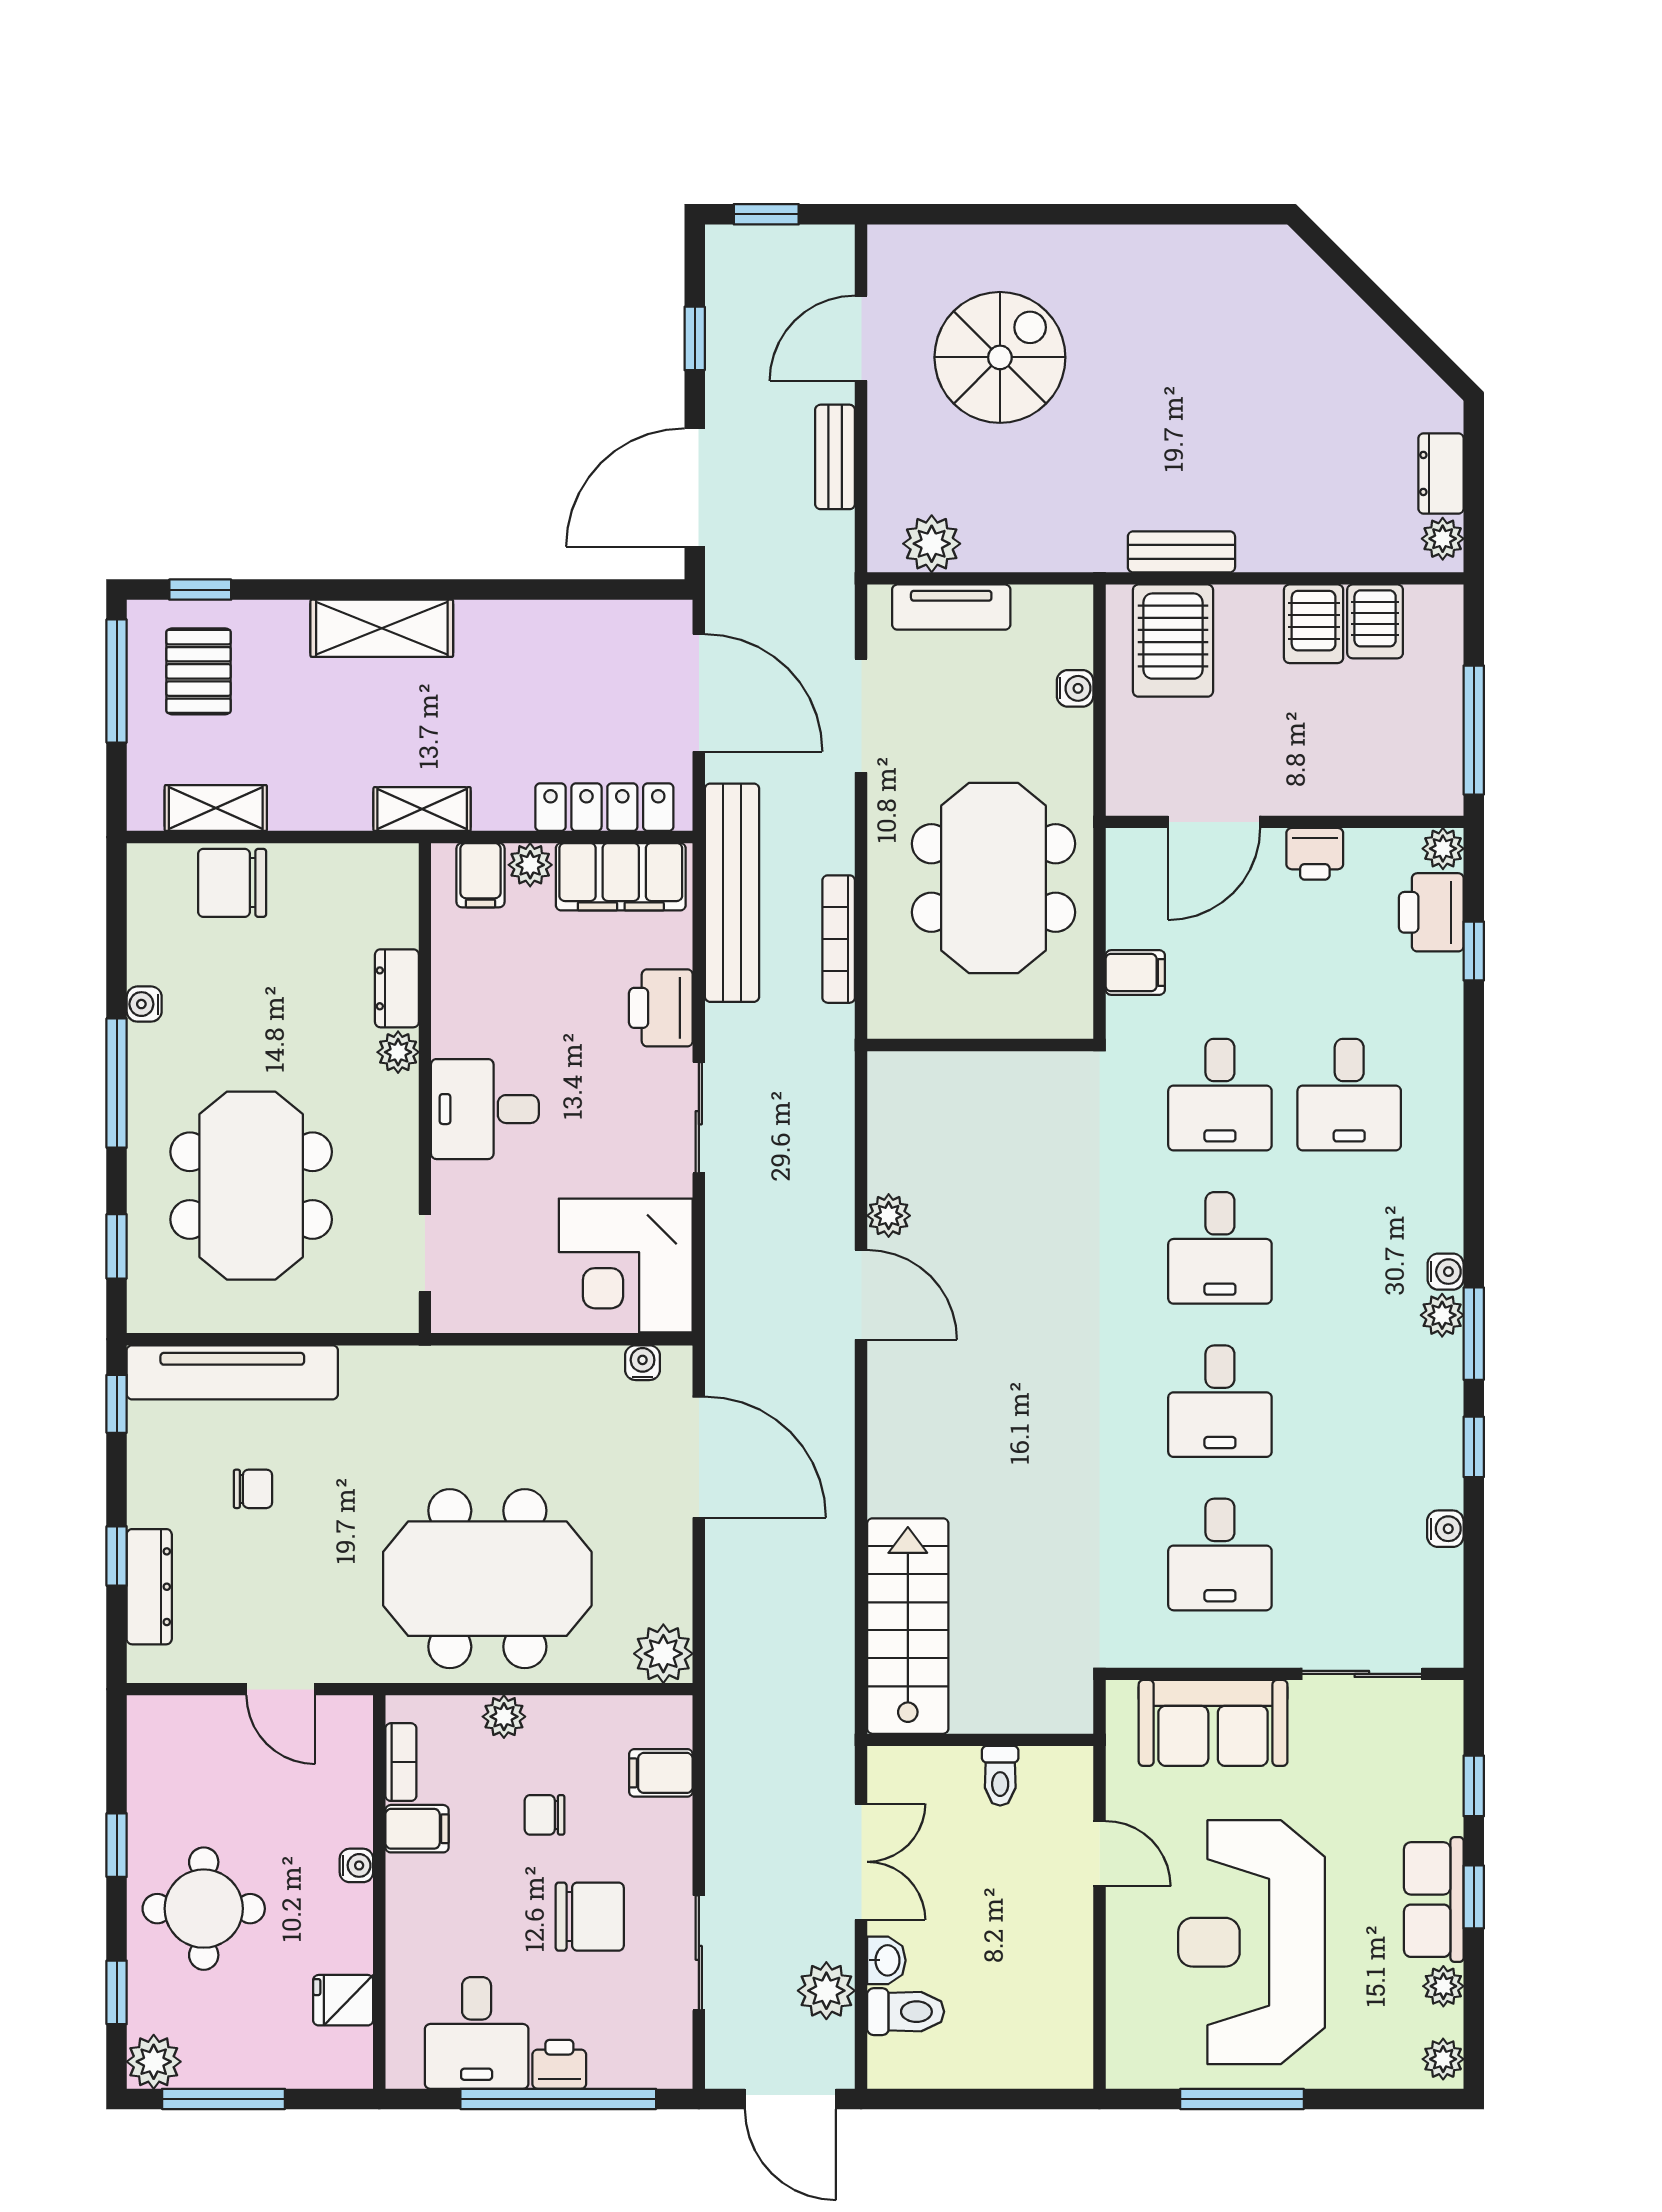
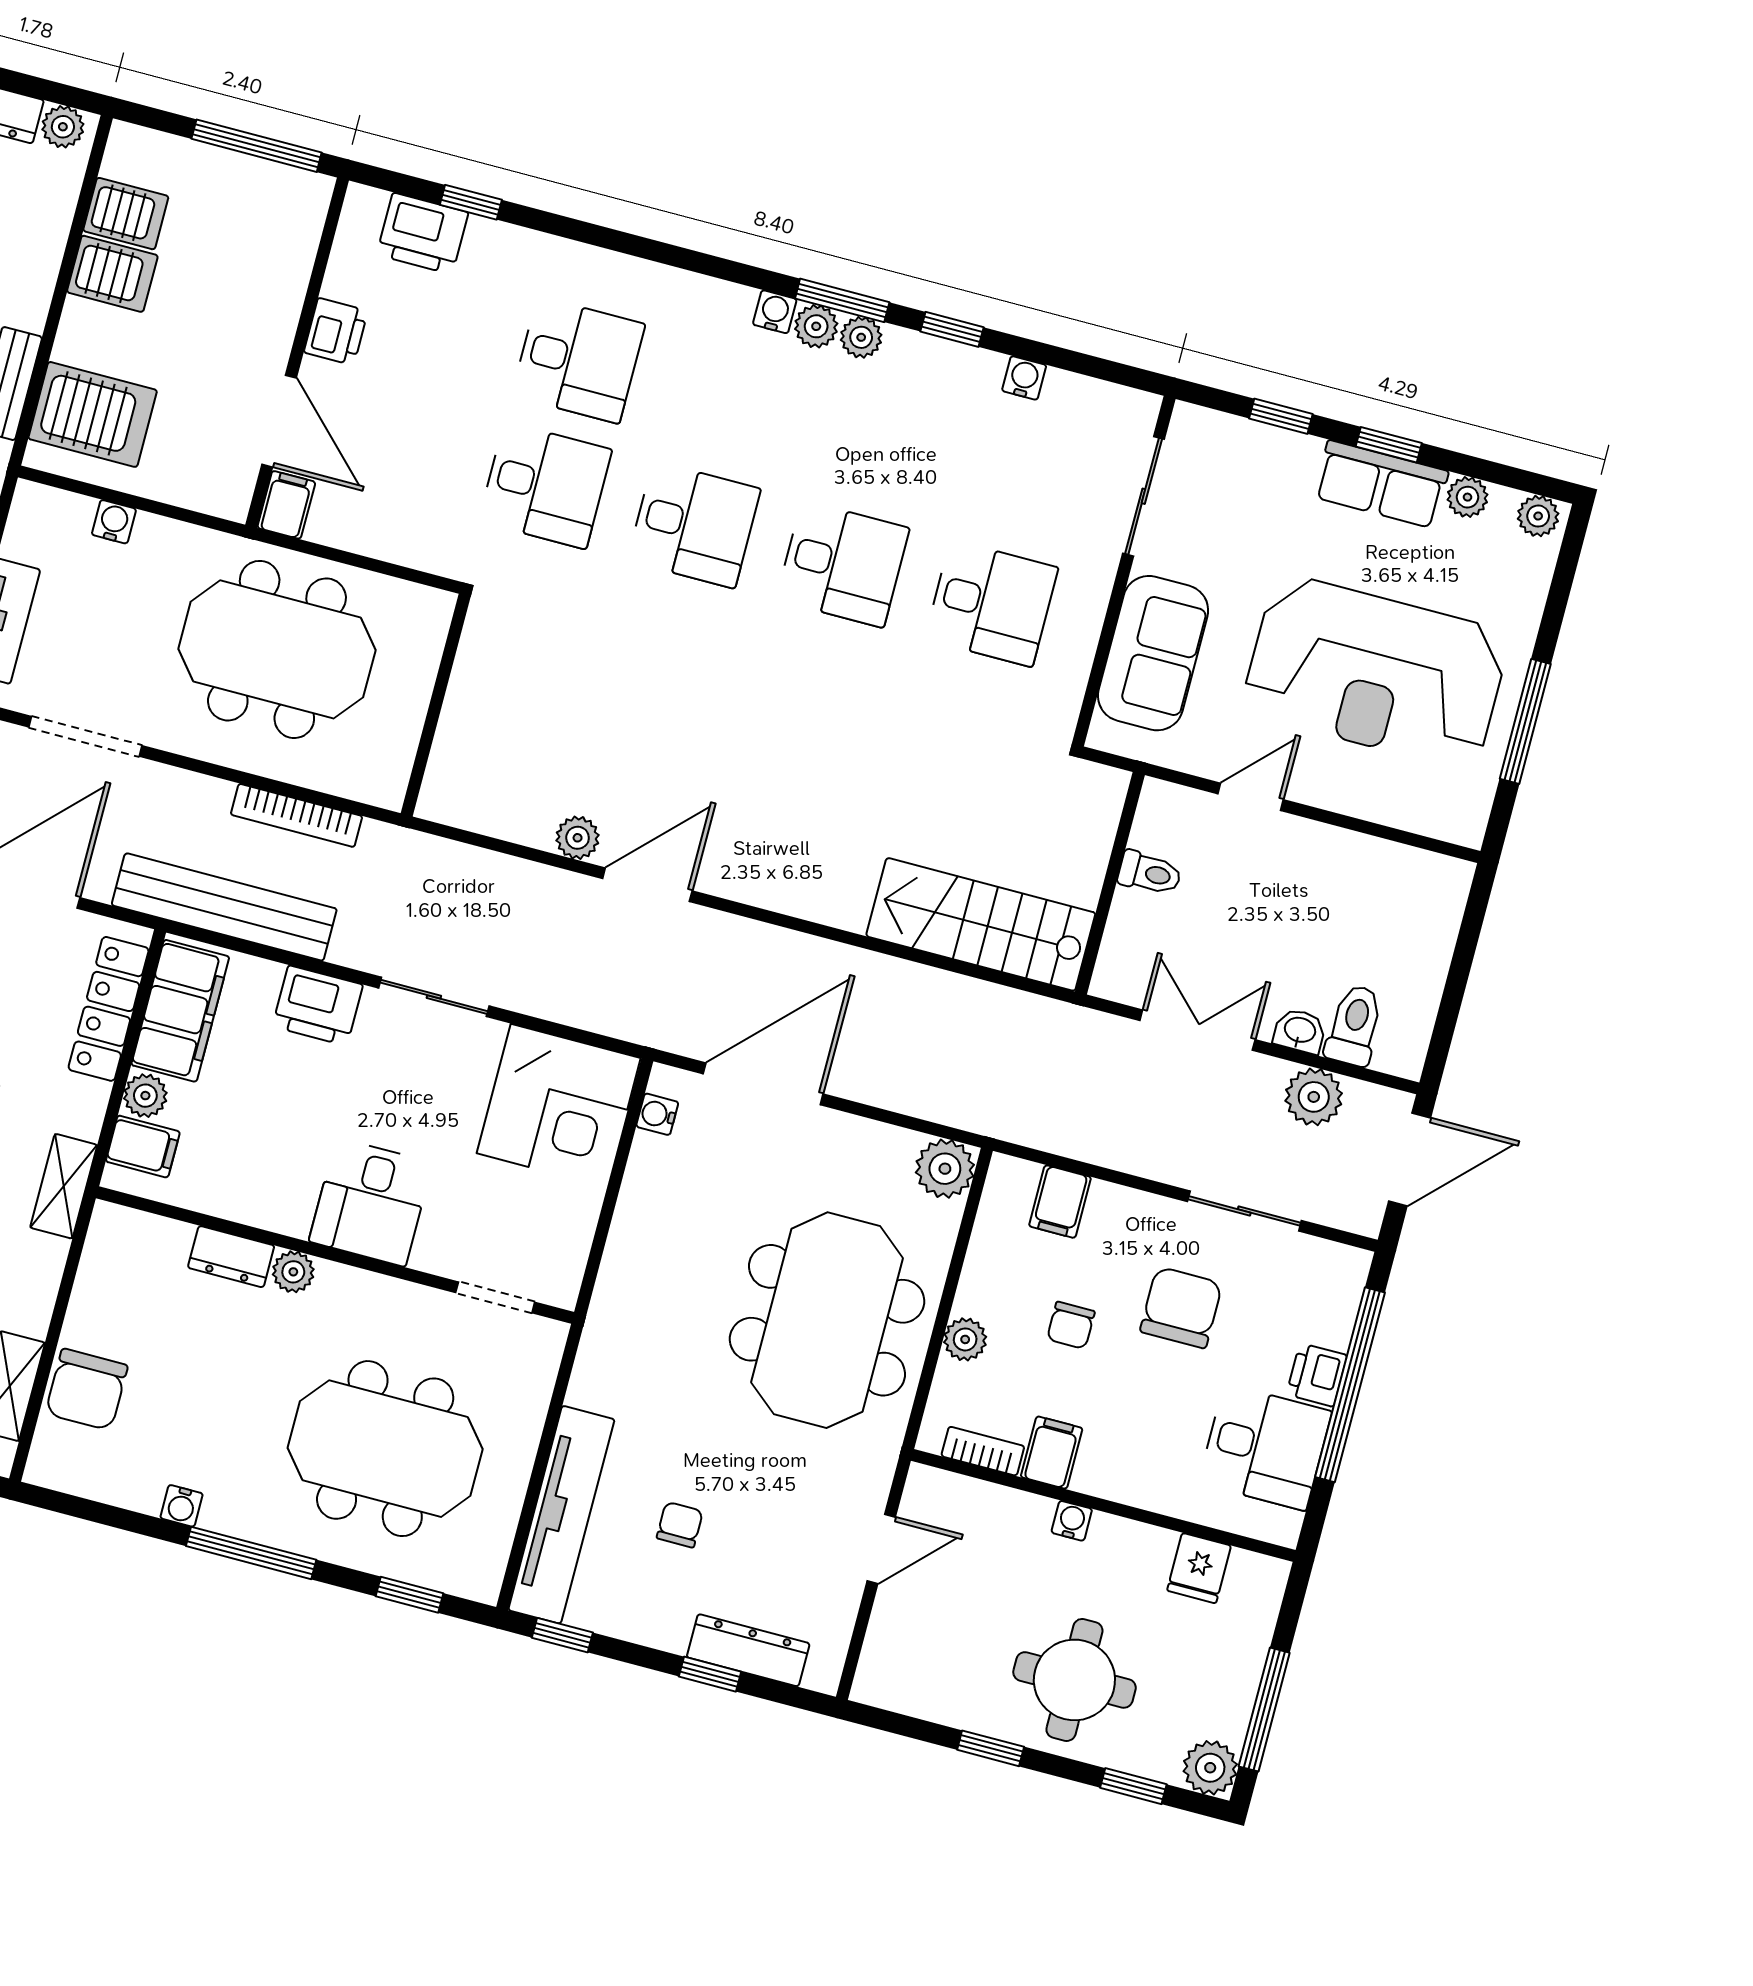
plant: (1443, 849) -> (861, 337), moved
filing cabinet: (1135, 972) -> (286, 505), moved

